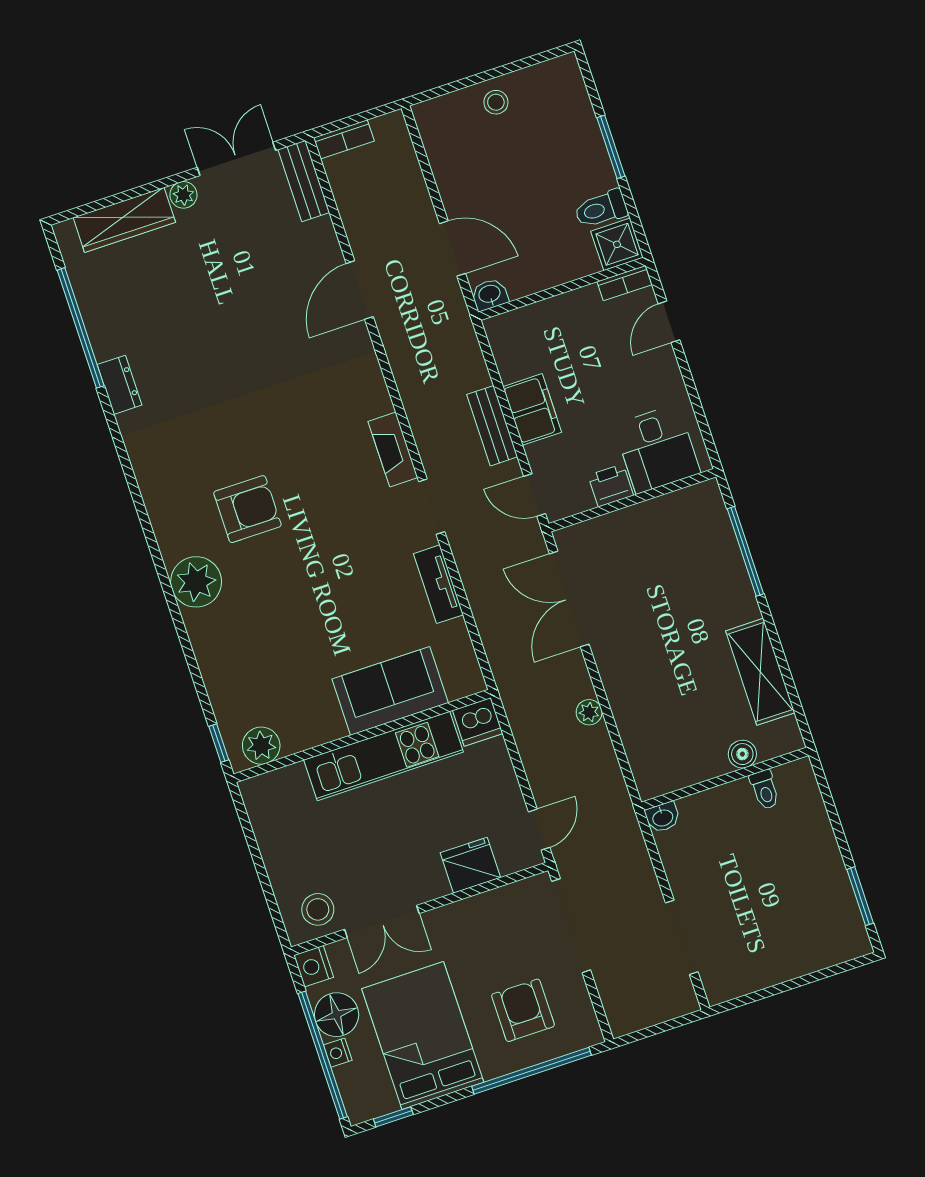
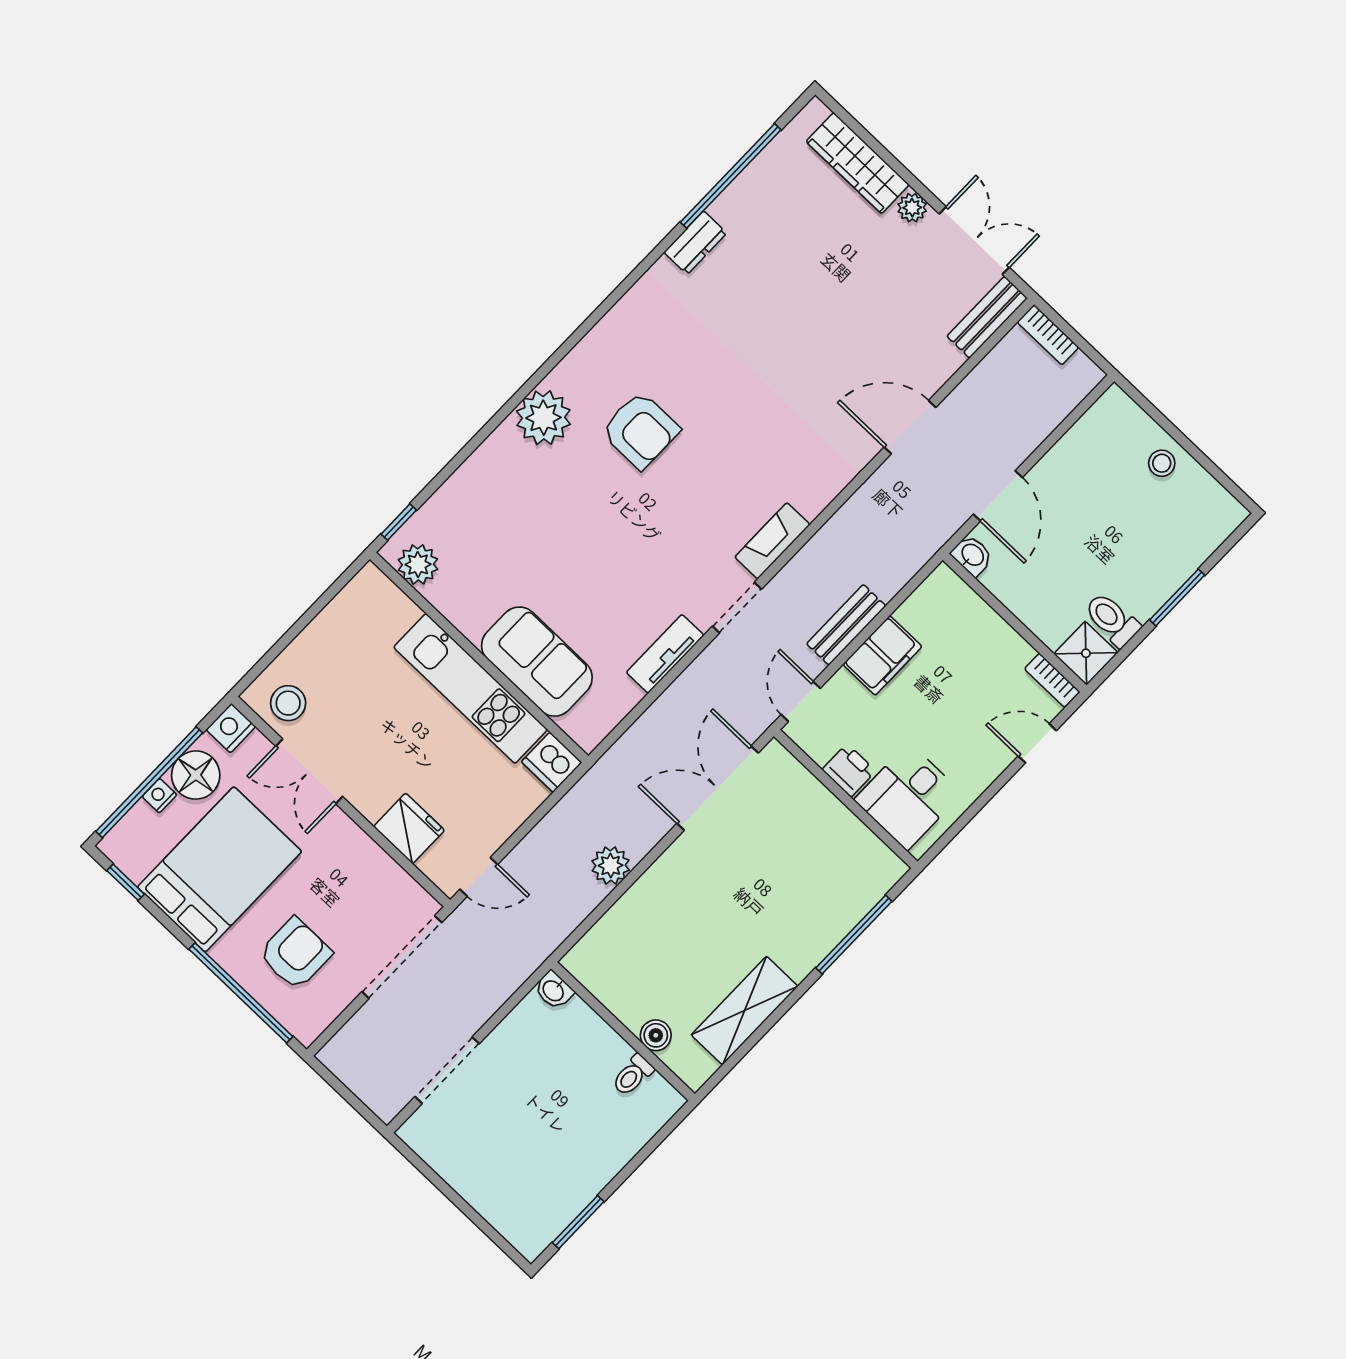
plant: (589, 712) -> (611, 865), width x1.38, depth x1.38

